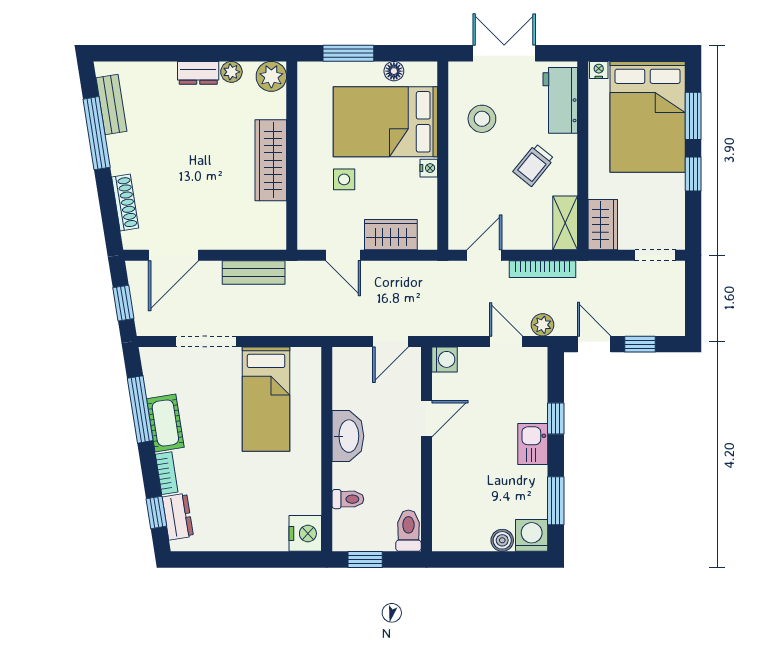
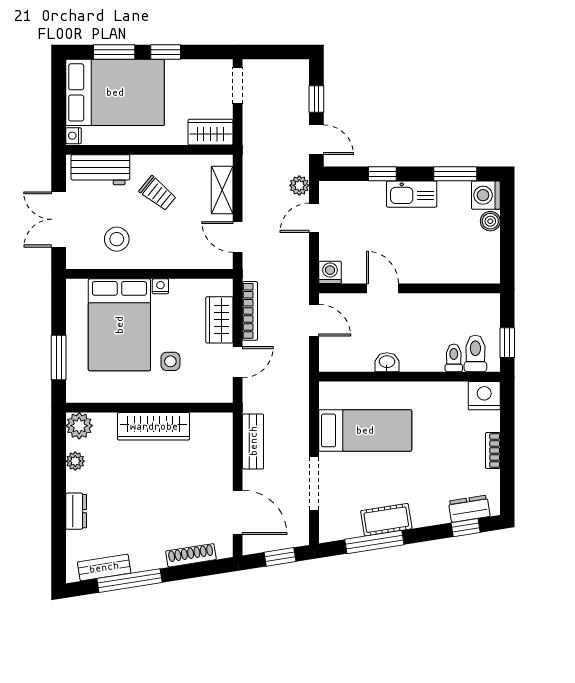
floor lamp: (394, 71) -> (74, 317), removed
dresser: (198, 73) -> (76, 511), moved
shelving: (565, 223) -> (222, 190), moved, turned 90
bookcase: (543, 269) -> (250, 311), moved
door: (594, 344) -> (316, 140), swing flipped
washbasin: (348, 436) -> (387, 362), width x0.52, depth x0.69
kitchen sink: (533, 444) -> (412, 194), width x1.38
bookcase: (167, 473) -> (493, 451), moved, turned -81
toilet: (408, 531) -> (475, 353), moved, turned 90

